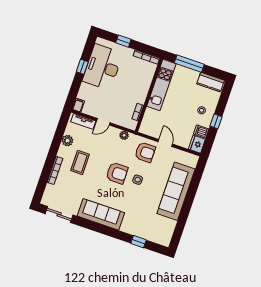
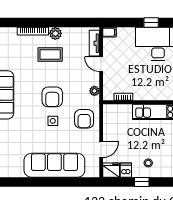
plant: (67, 141) -> (55, 33), moved
door: (165, 143) -> (101, 150), moved

